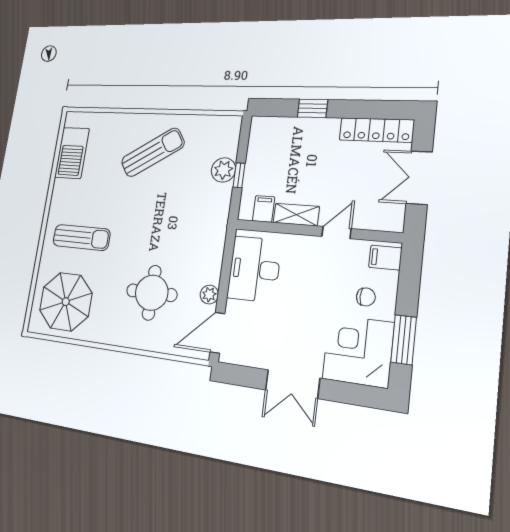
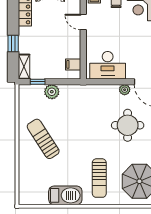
barbecue: (72, 153) -> (65, 195), moved
window: (239, 175) -> (38, 82), moved
shelving: (296, 215) -> (24, 67), moved
sun lounger: (81, 237) -> (99, 178), turned 180

